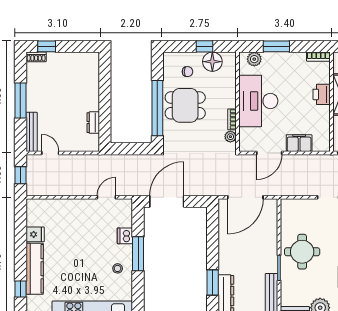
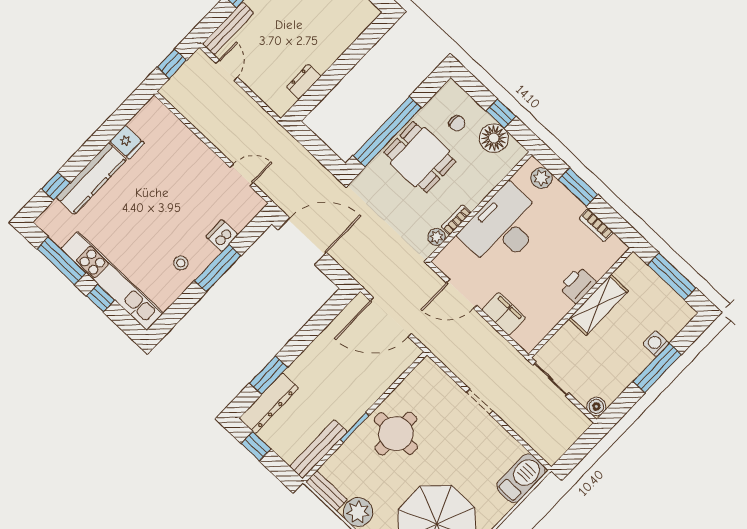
bookcase: (318, 57) -> (596, 225), moved

